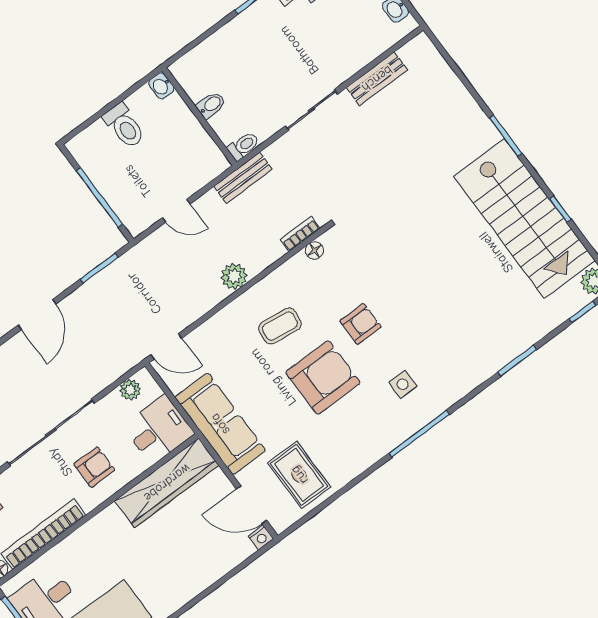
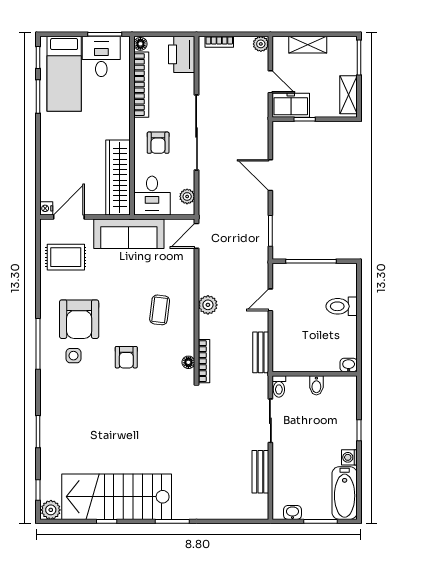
washbasin: (161, 86) -> (349, 365), moved
bidet: (211, 105) -> (316, 385), moved
wall: (199, 117) -> (315, 374), moved
toilet: (243, 146) -> (279, 386), moved
bookcase: (300, 234) -> (204, 361), width x1.56
armchair: (323, 377) -> (79, 319), moved

